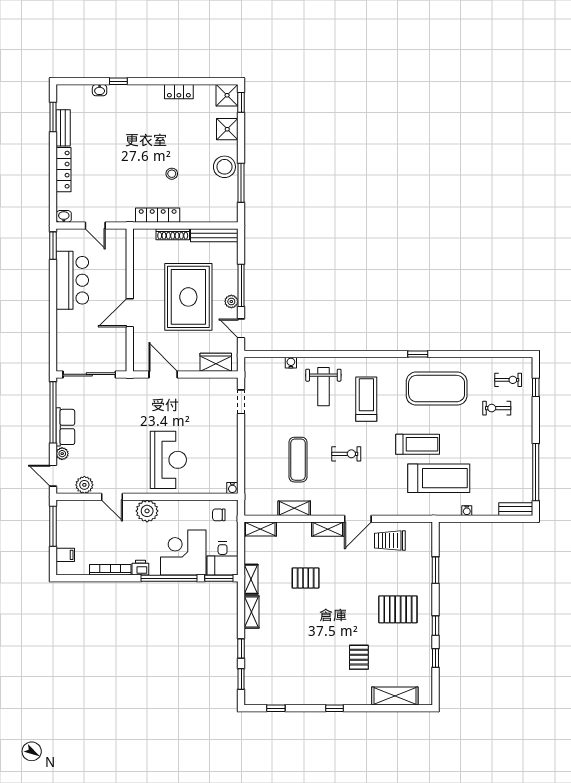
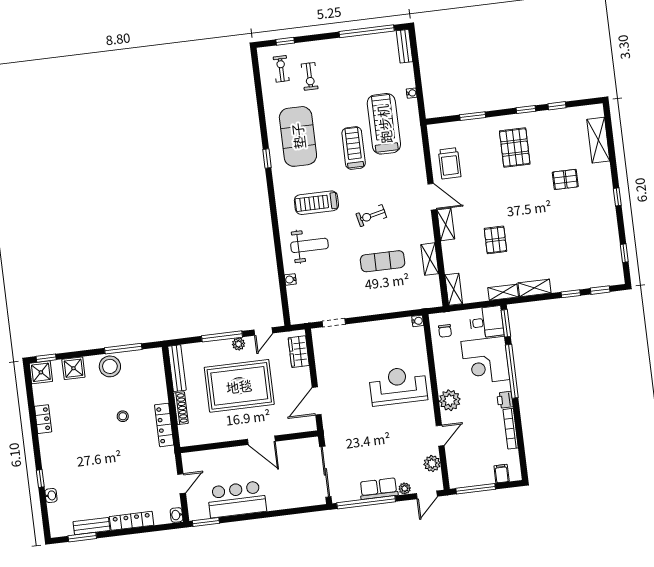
exercise bike: (346, 454) -> (371, 216), turned -103

